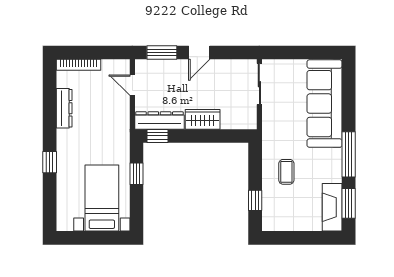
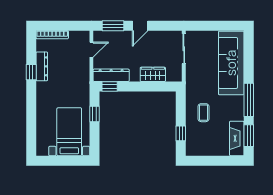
door: (132, 85) -> (91, 50), swing flipped
wardrobe: (203, 119) -> (153, 74), moved
window: (50, 162) -> (31, 72), moved

